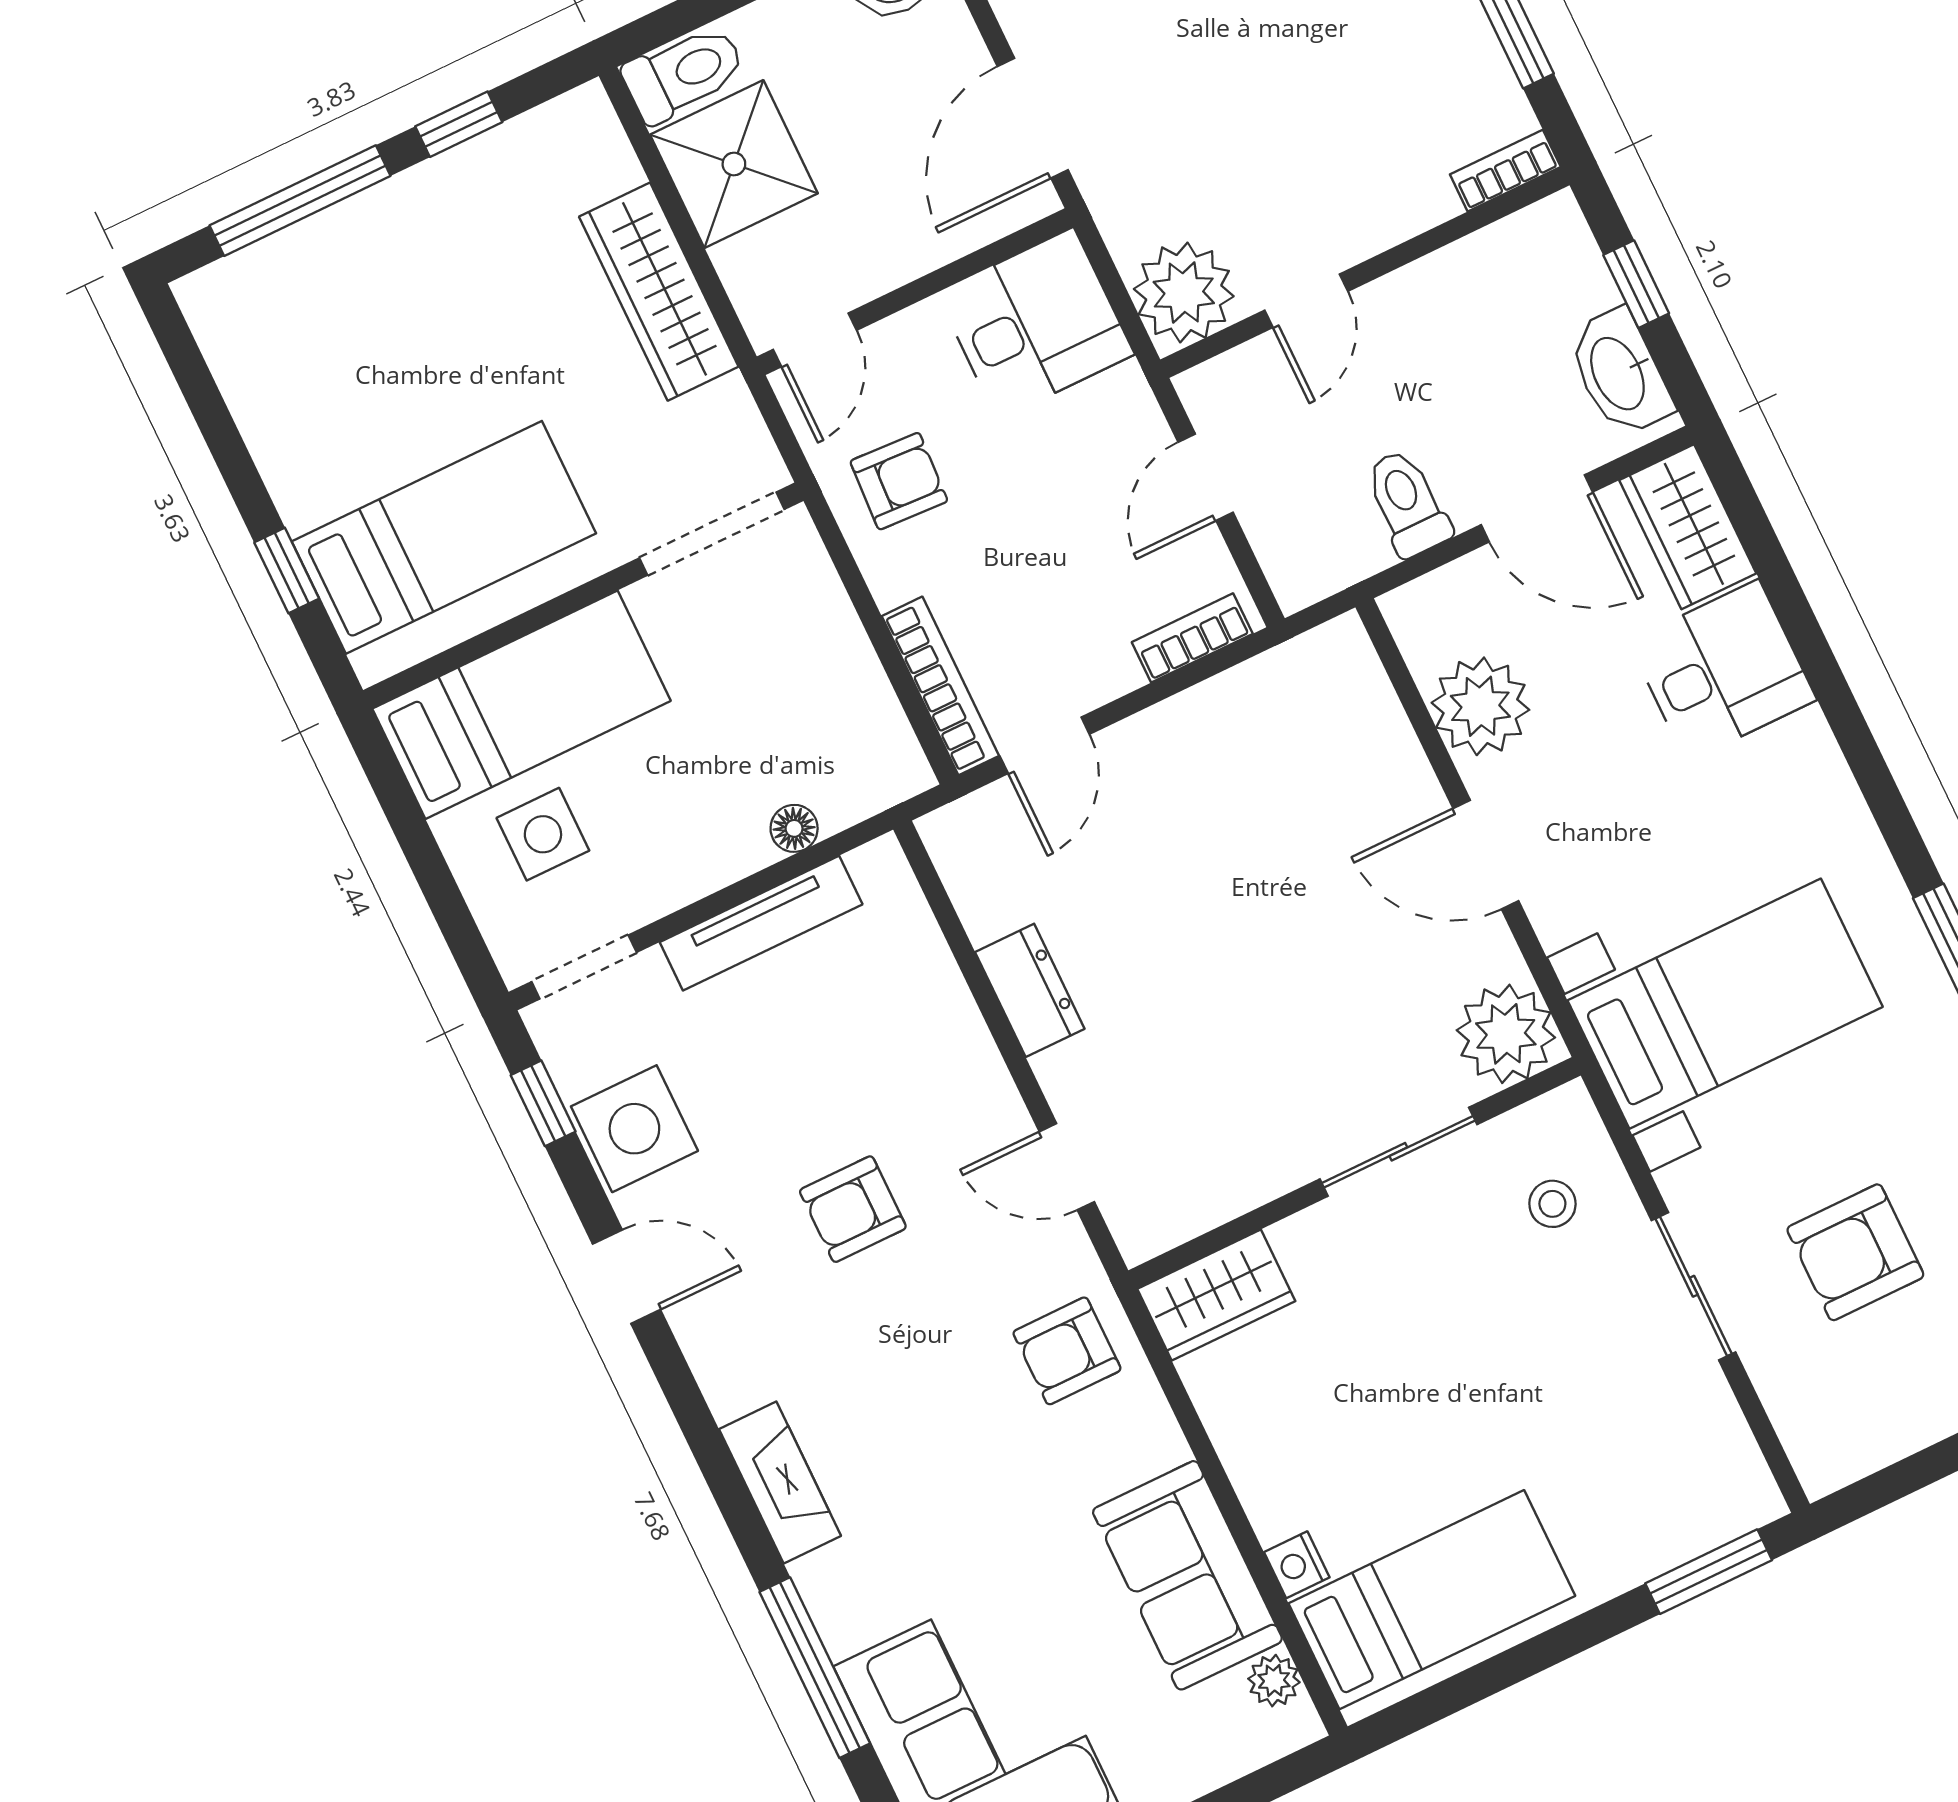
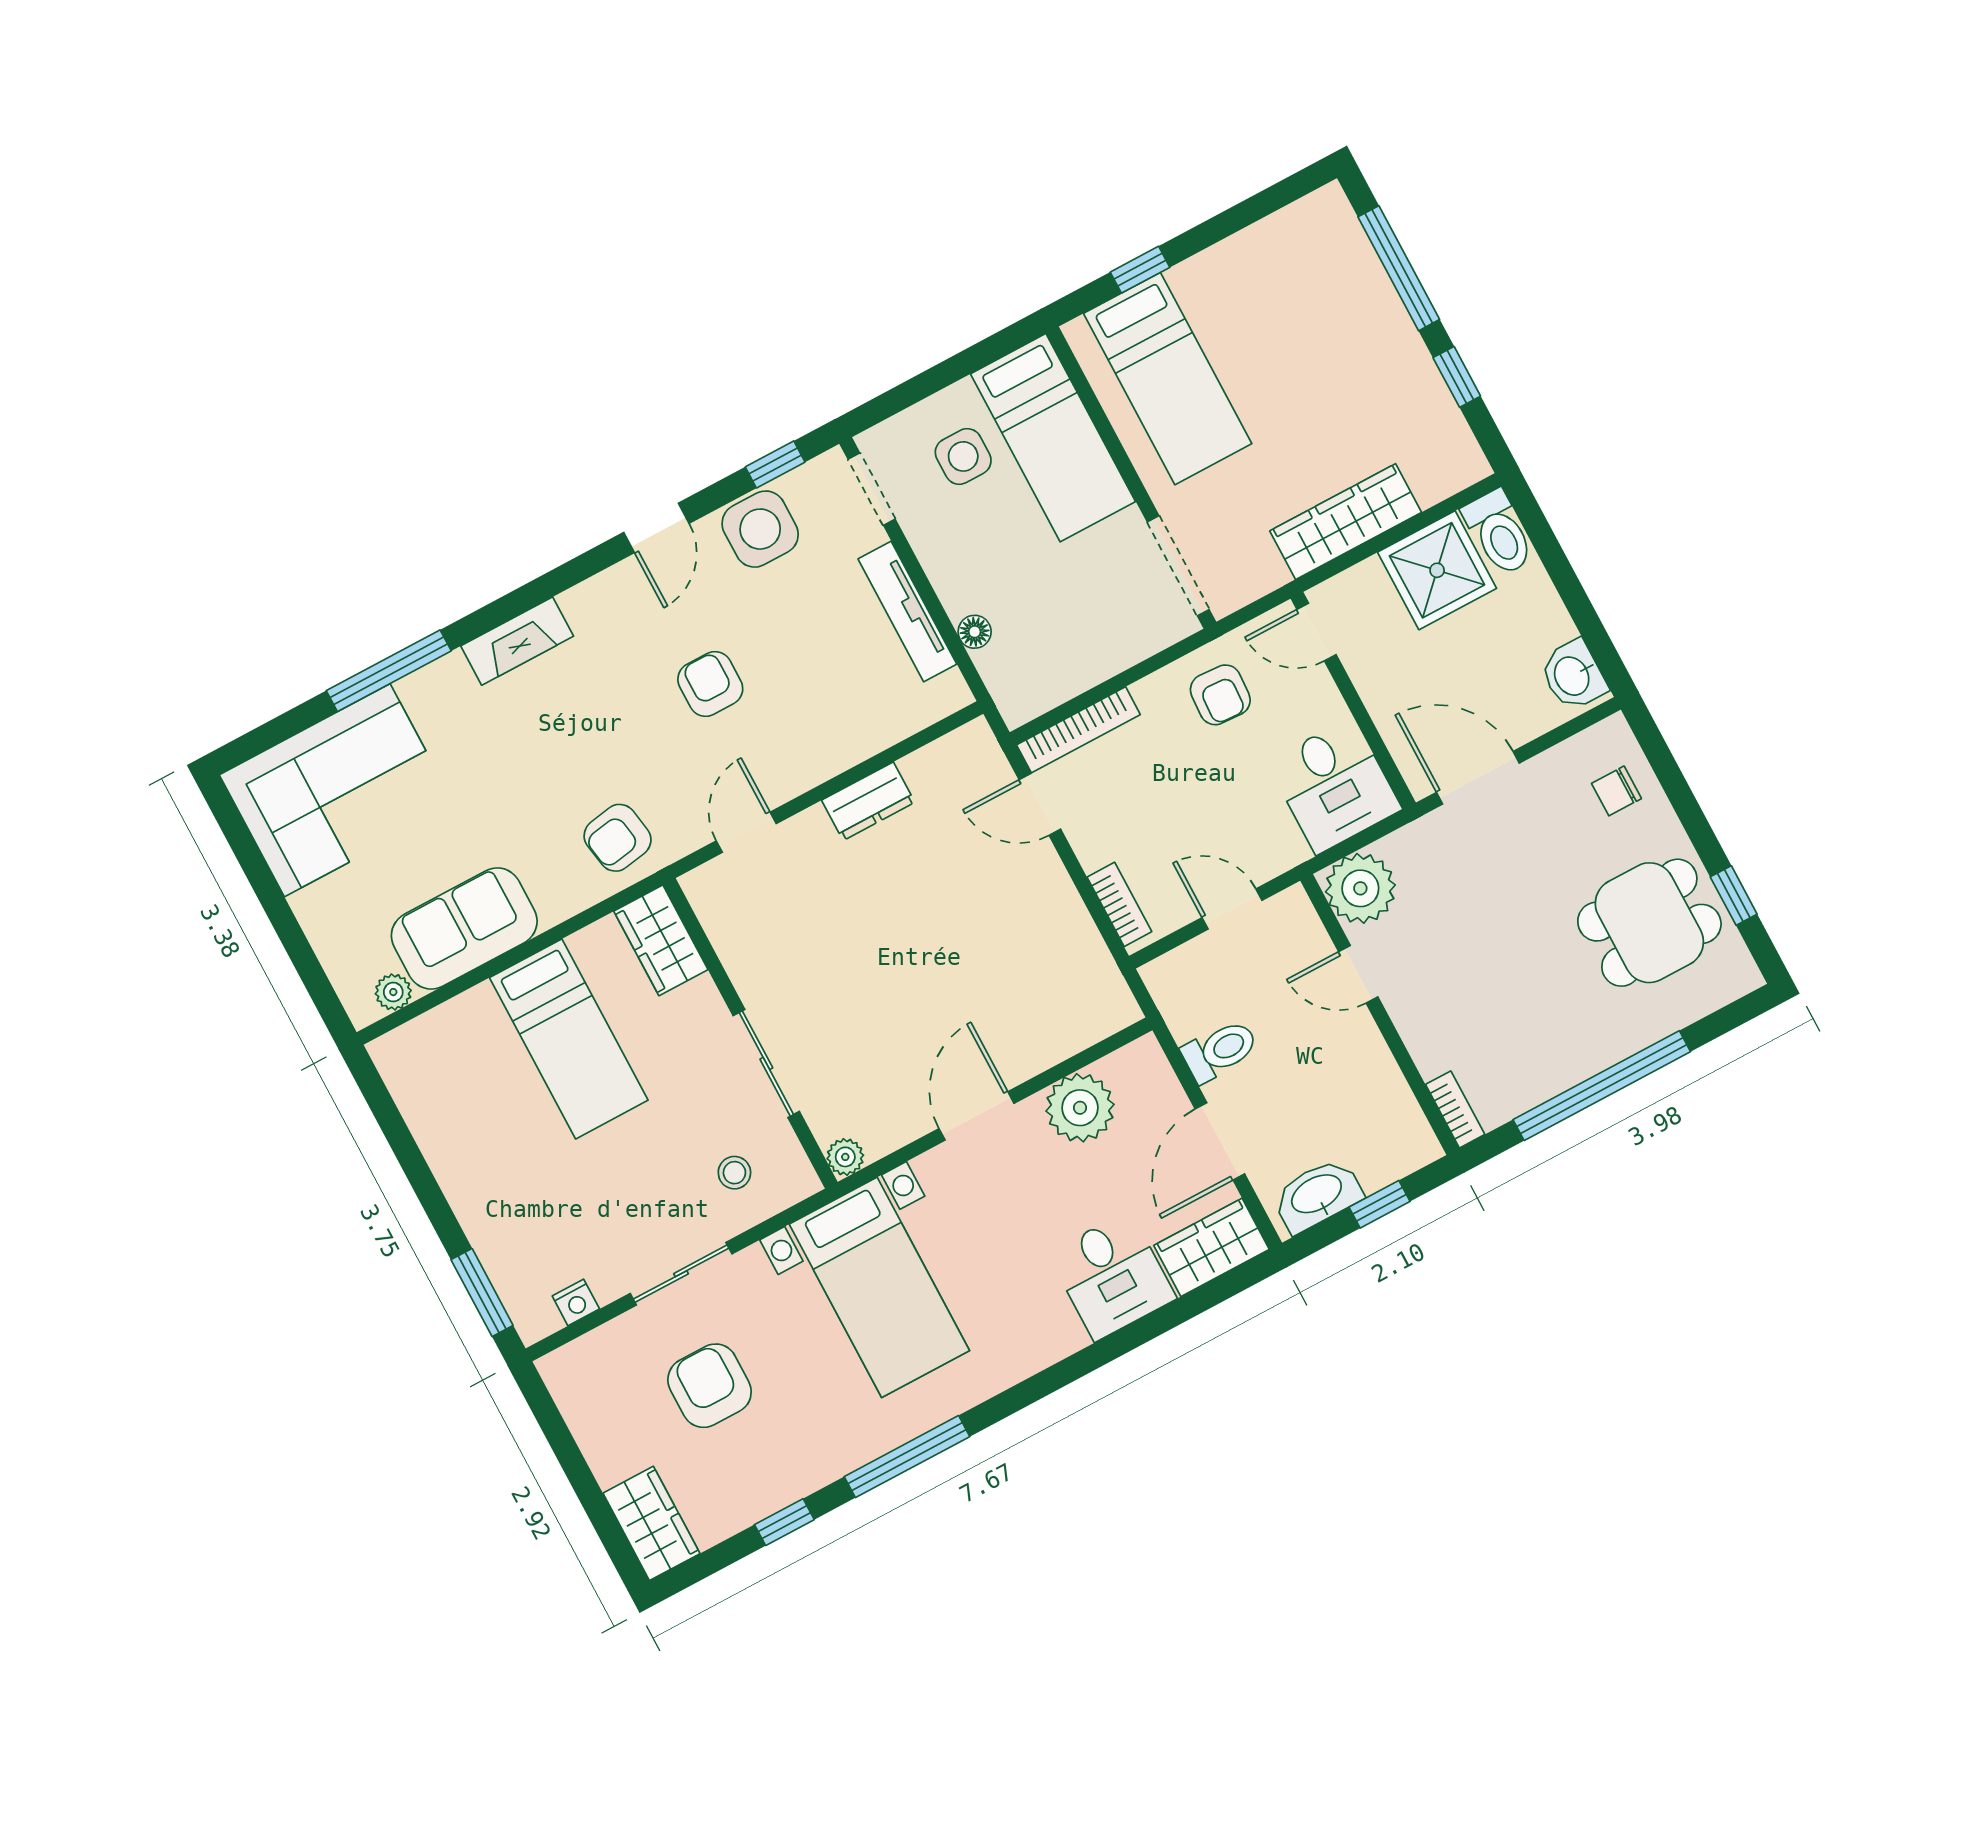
plant: (1506, 1034) -> (845, 1157), width x0.53, depth x0.53
armchair: (1067, 1351) -> (618, 838), turned -100
nightstand: (1297, 1565) -> (576, 1302), moved, turned 180
bed: (1432, 1600) -> (569, 1039), moved

